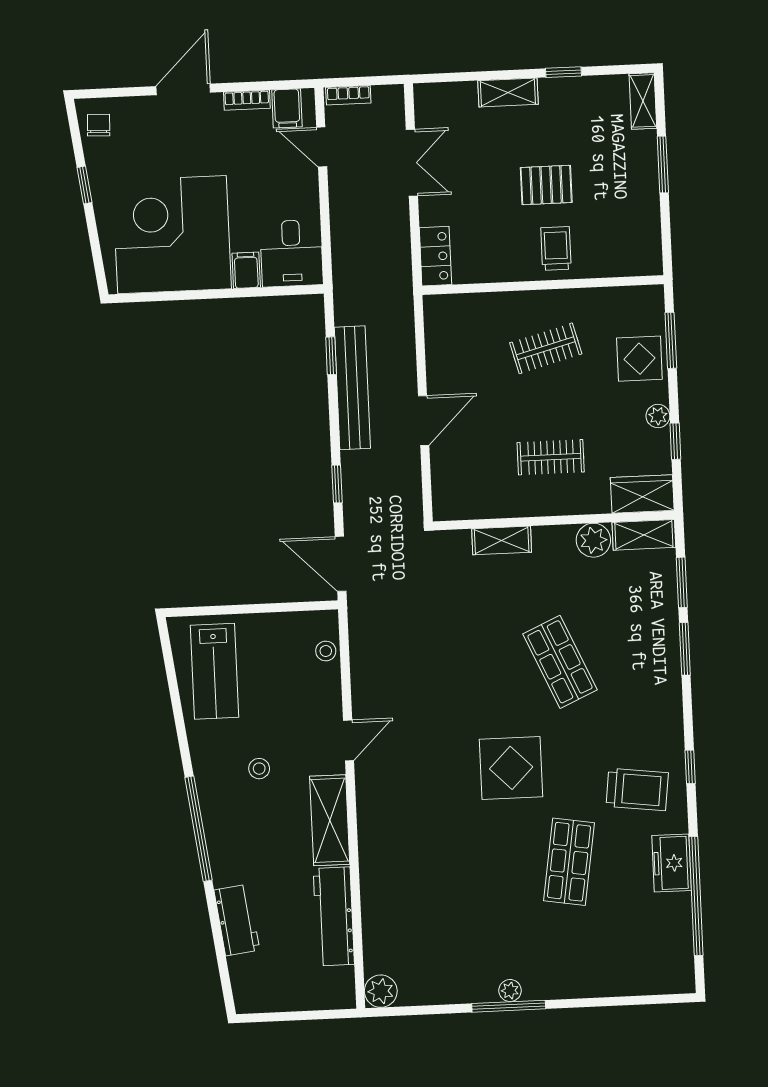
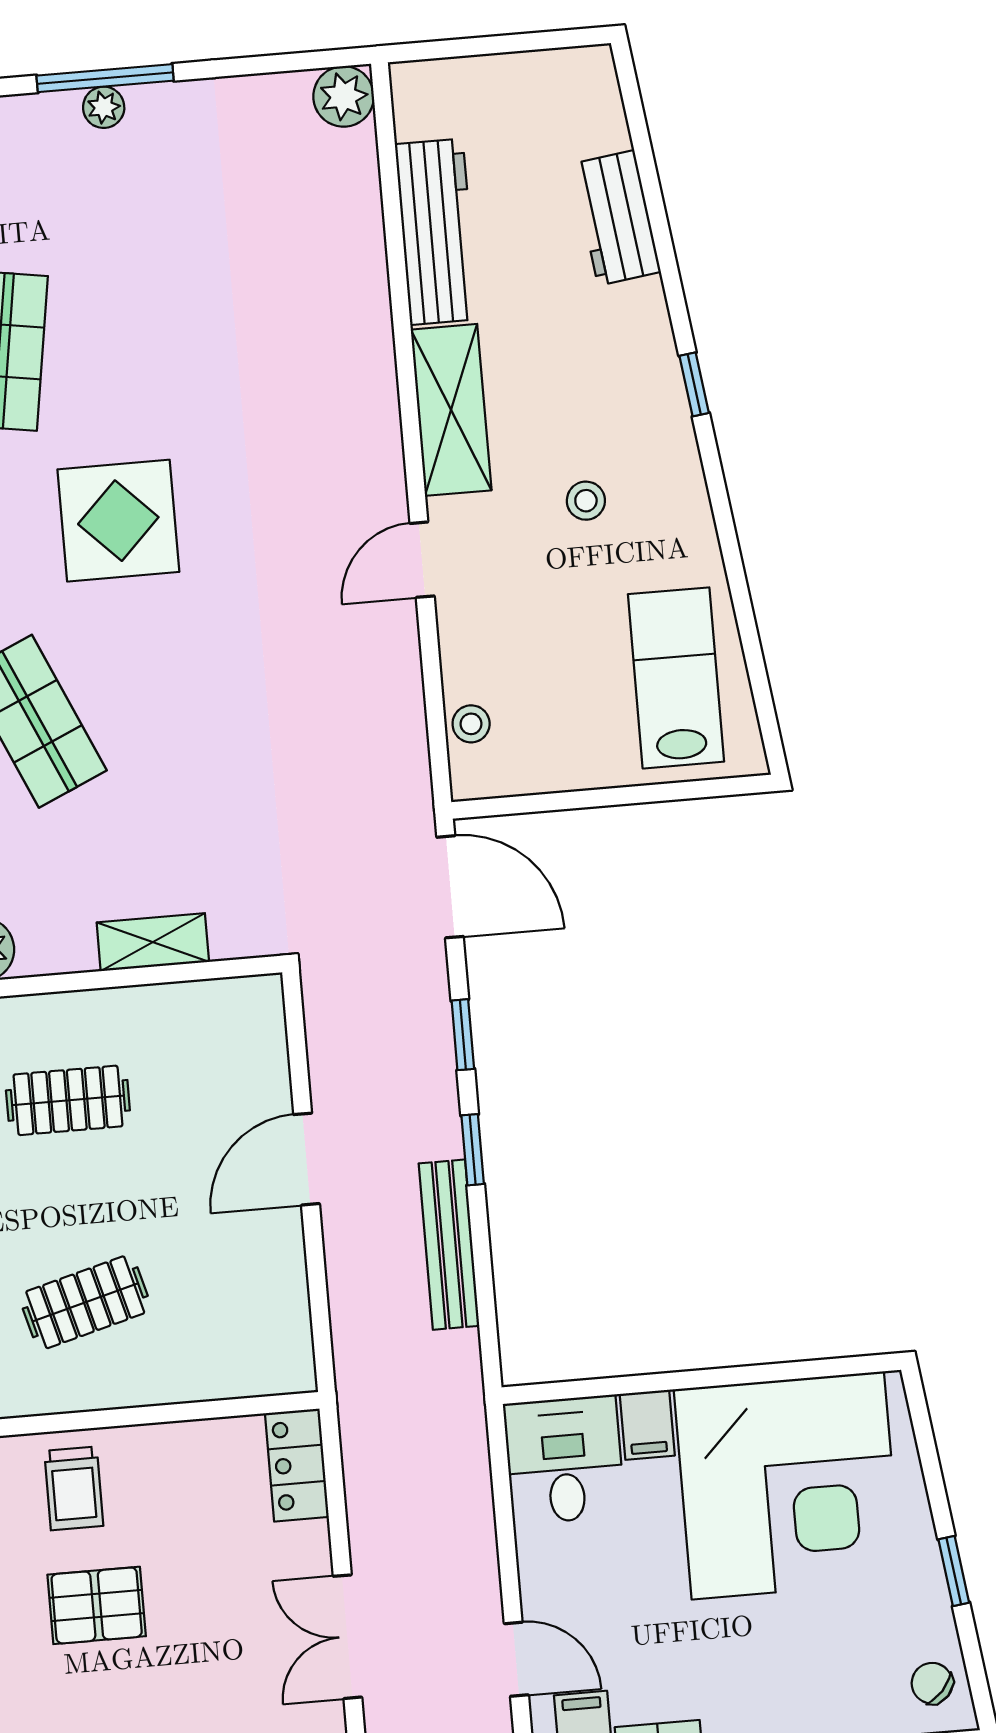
chair: (99, 125) -> (932, 1683), turned 130
window: (331, 356) -> (473, 1150), moved
bench: (352, 388) -> (449, 1245), width x0.73, depth x0.82
window: (198, 829) -> (694, 384), width x0.32

